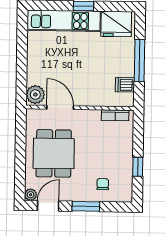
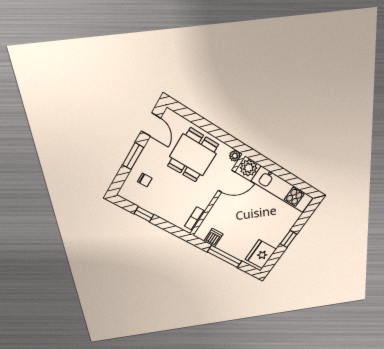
kitchen unit: (64, 21) -> (283, 190), moved, turned -90
dining table: (54, 153) -> (193, 155), turned 90
plant: (31, 195) -> (235, 156), moved

